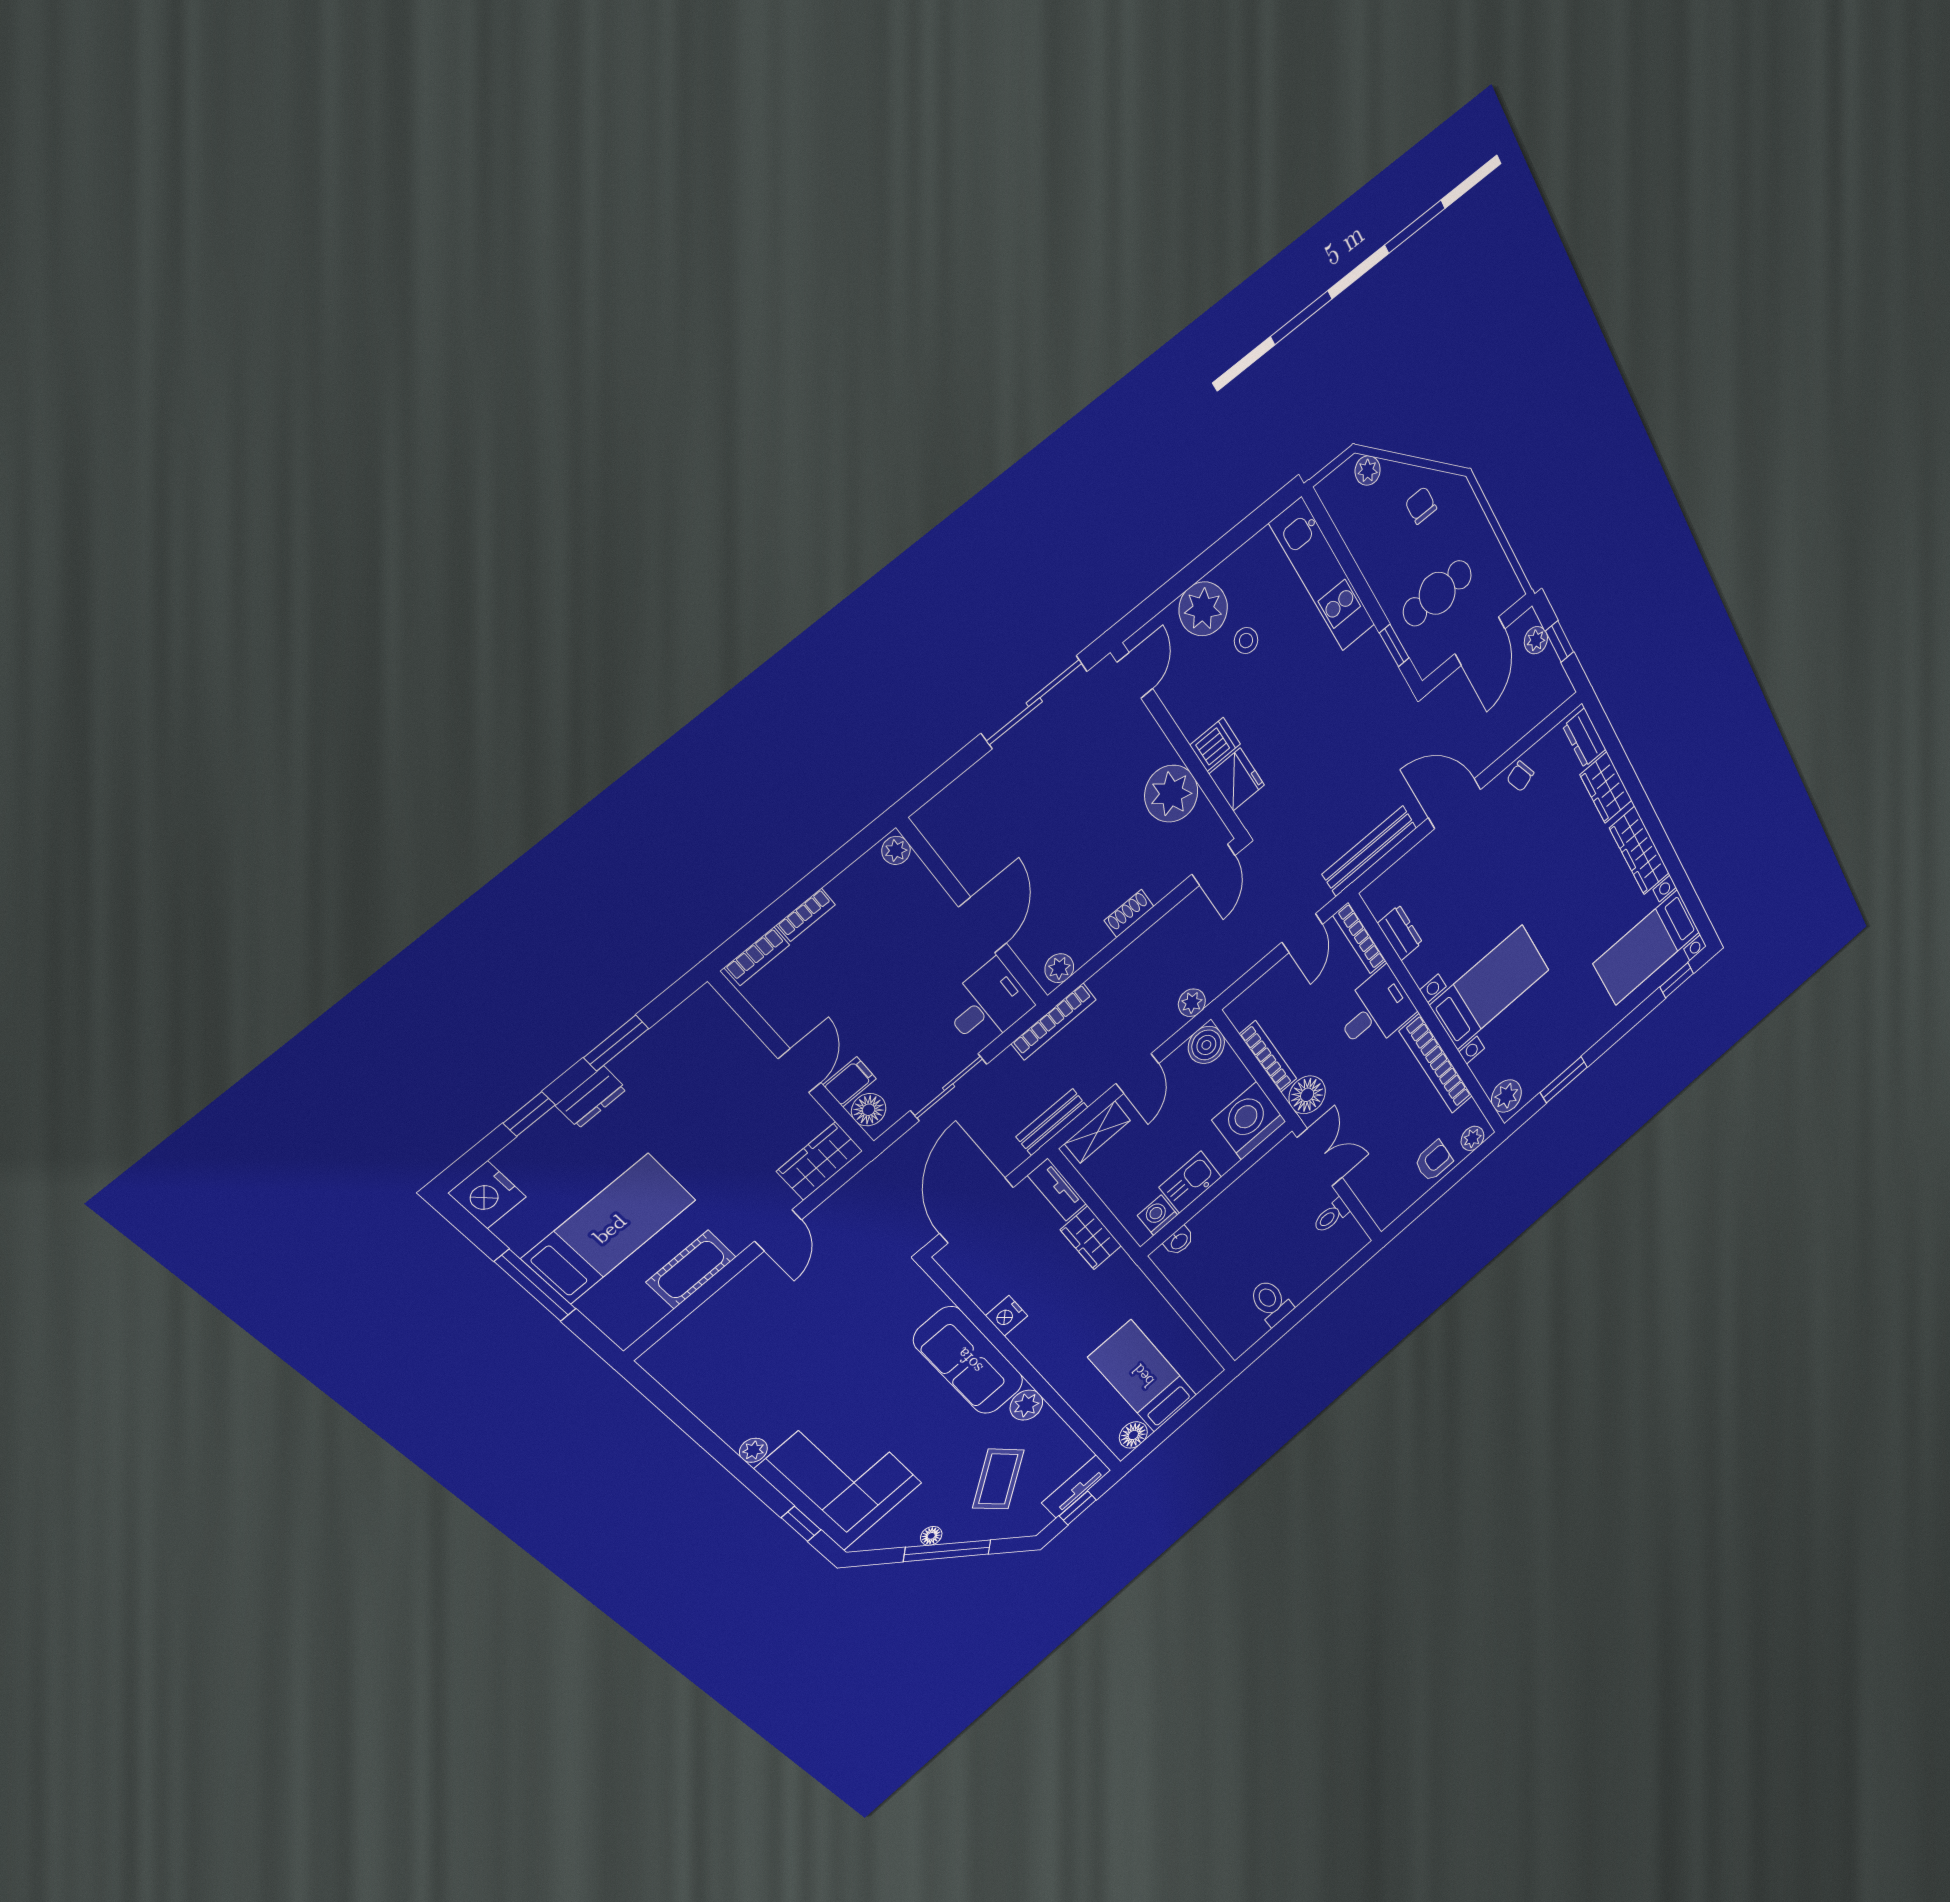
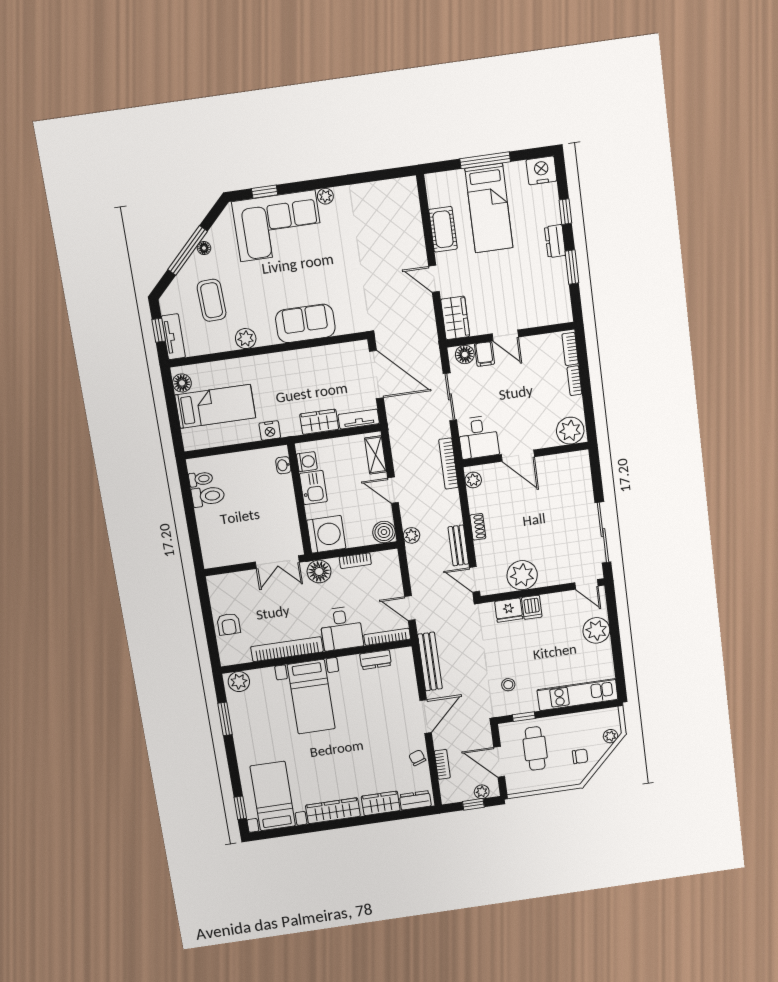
stool: (1246, 641) -> (508, 685), moved
bookcase: (1516, 731) -> (442, 764), added
plant: (896, 850) -> (570, 431), width x1.88, depth x1.88
bookcase: (1268, 1057) -> (355, 561), width x0.64
bench: (1052, 1122) -> (458, 545), moved
plant: (1472, 1138) -> (227, 652), removed
toilet: (1331, 1216) -> (201, 479), moved, turned 90
nightstand: (1007, 1316) -> (270, 430), moved, turned 180
sofa: (969, 1361) -> (305, 323), width x0.73
coffee table: (998, 1479) -> (212, 300), turned 37

